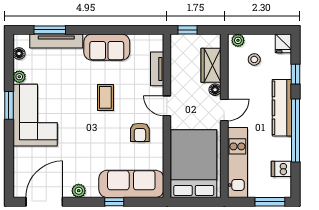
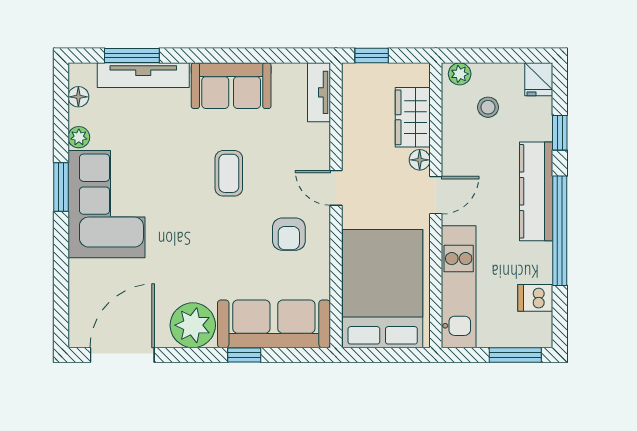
tv unit: (157, 69) -> (319, 92), moved
plant: (79, 191) -> (193, 325), width x1.88, depth x1.88

